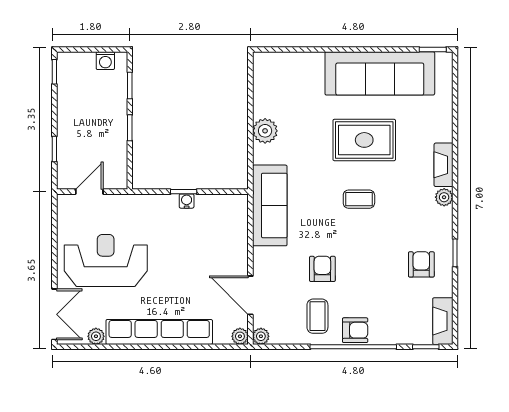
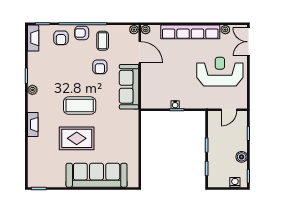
washing machine: (105, 61) -> (235, 182), moved
sofa: (380, 73) -> (97, 175), moved
boiler: (67, 106) -> (242, 157), added
plant: (265, 131) -> (132, 143), removed
plant: (444, 197) -> (32, 90), moved
coffee table: (359, 199) -> (80, 106), width x1.86, depth x1.72
sofa: (270, 205) -> (129, 87), moved
reception desk: (106, 260) -> (220, 72), turned 180
armchair: (421, 264) -> (61, 38), moved

